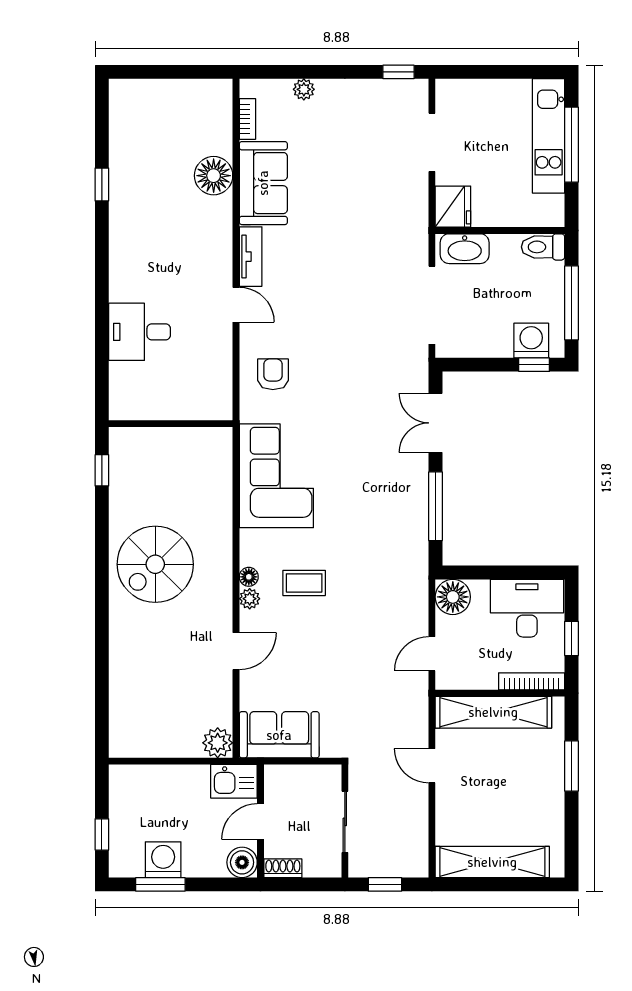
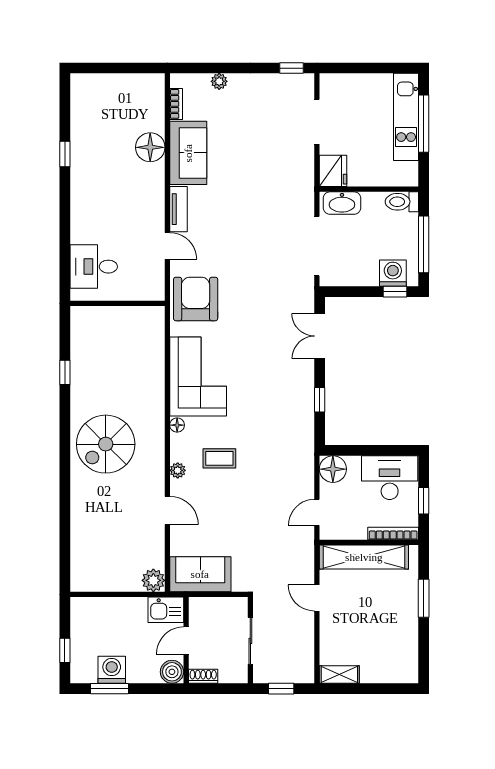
armchair: (273, 374) -> (196, 299), width x1.88, depth x1.88
wall: (171, 424) -> (117, 303), moved
window: (435, 506) -> (320, 400), width x0.46
floor lamp: (249, 577) -> (177, 425), moved
door: (236, 651) -> (167, 510), hinge flipped
shelving: (492, 862) -> (339, 674), width x0.45, depth x0.75

